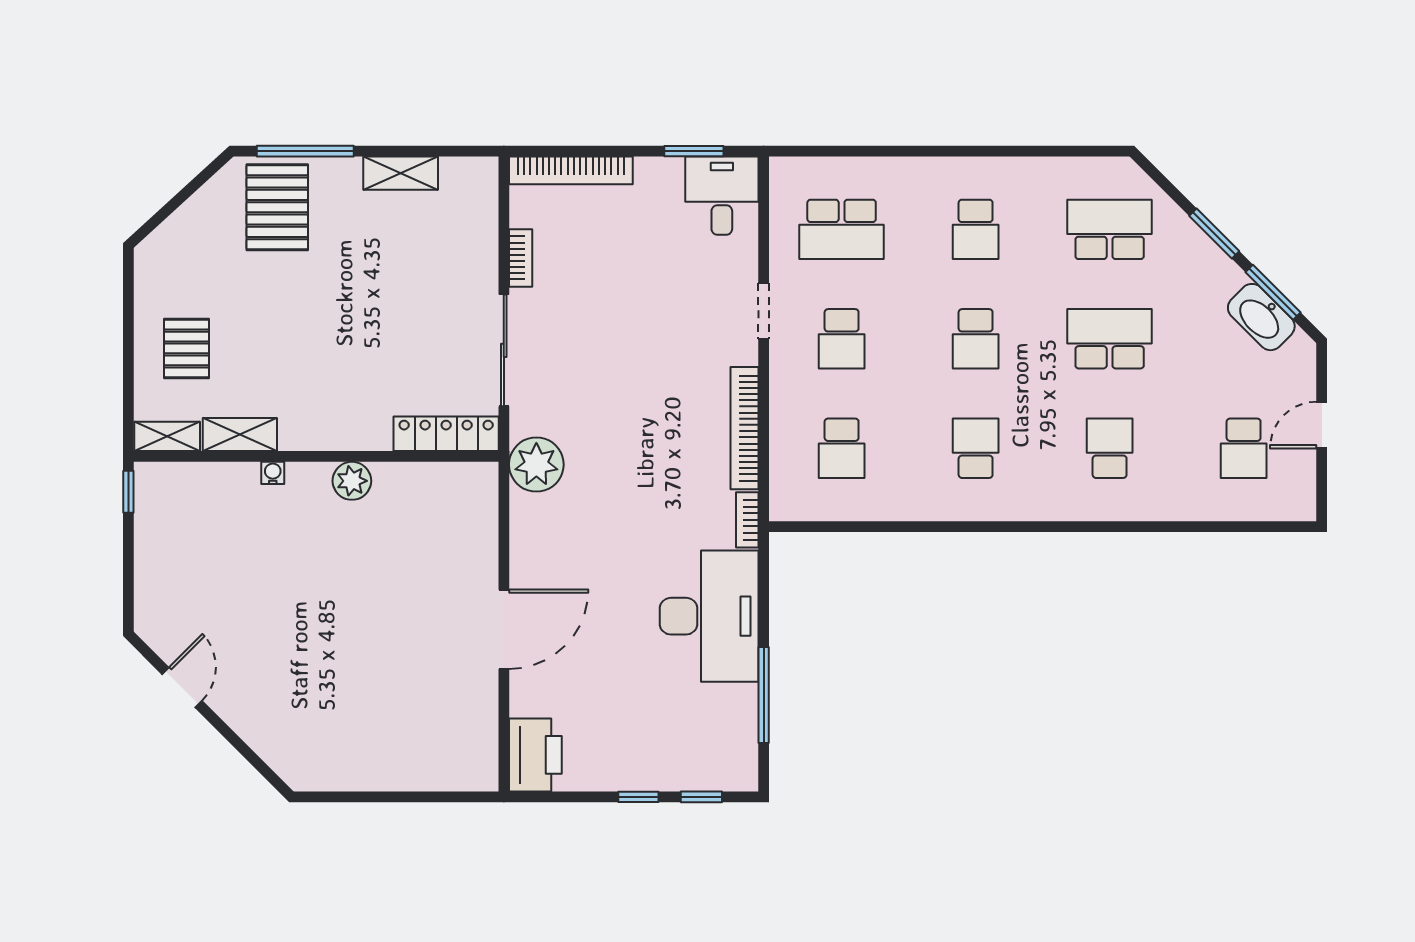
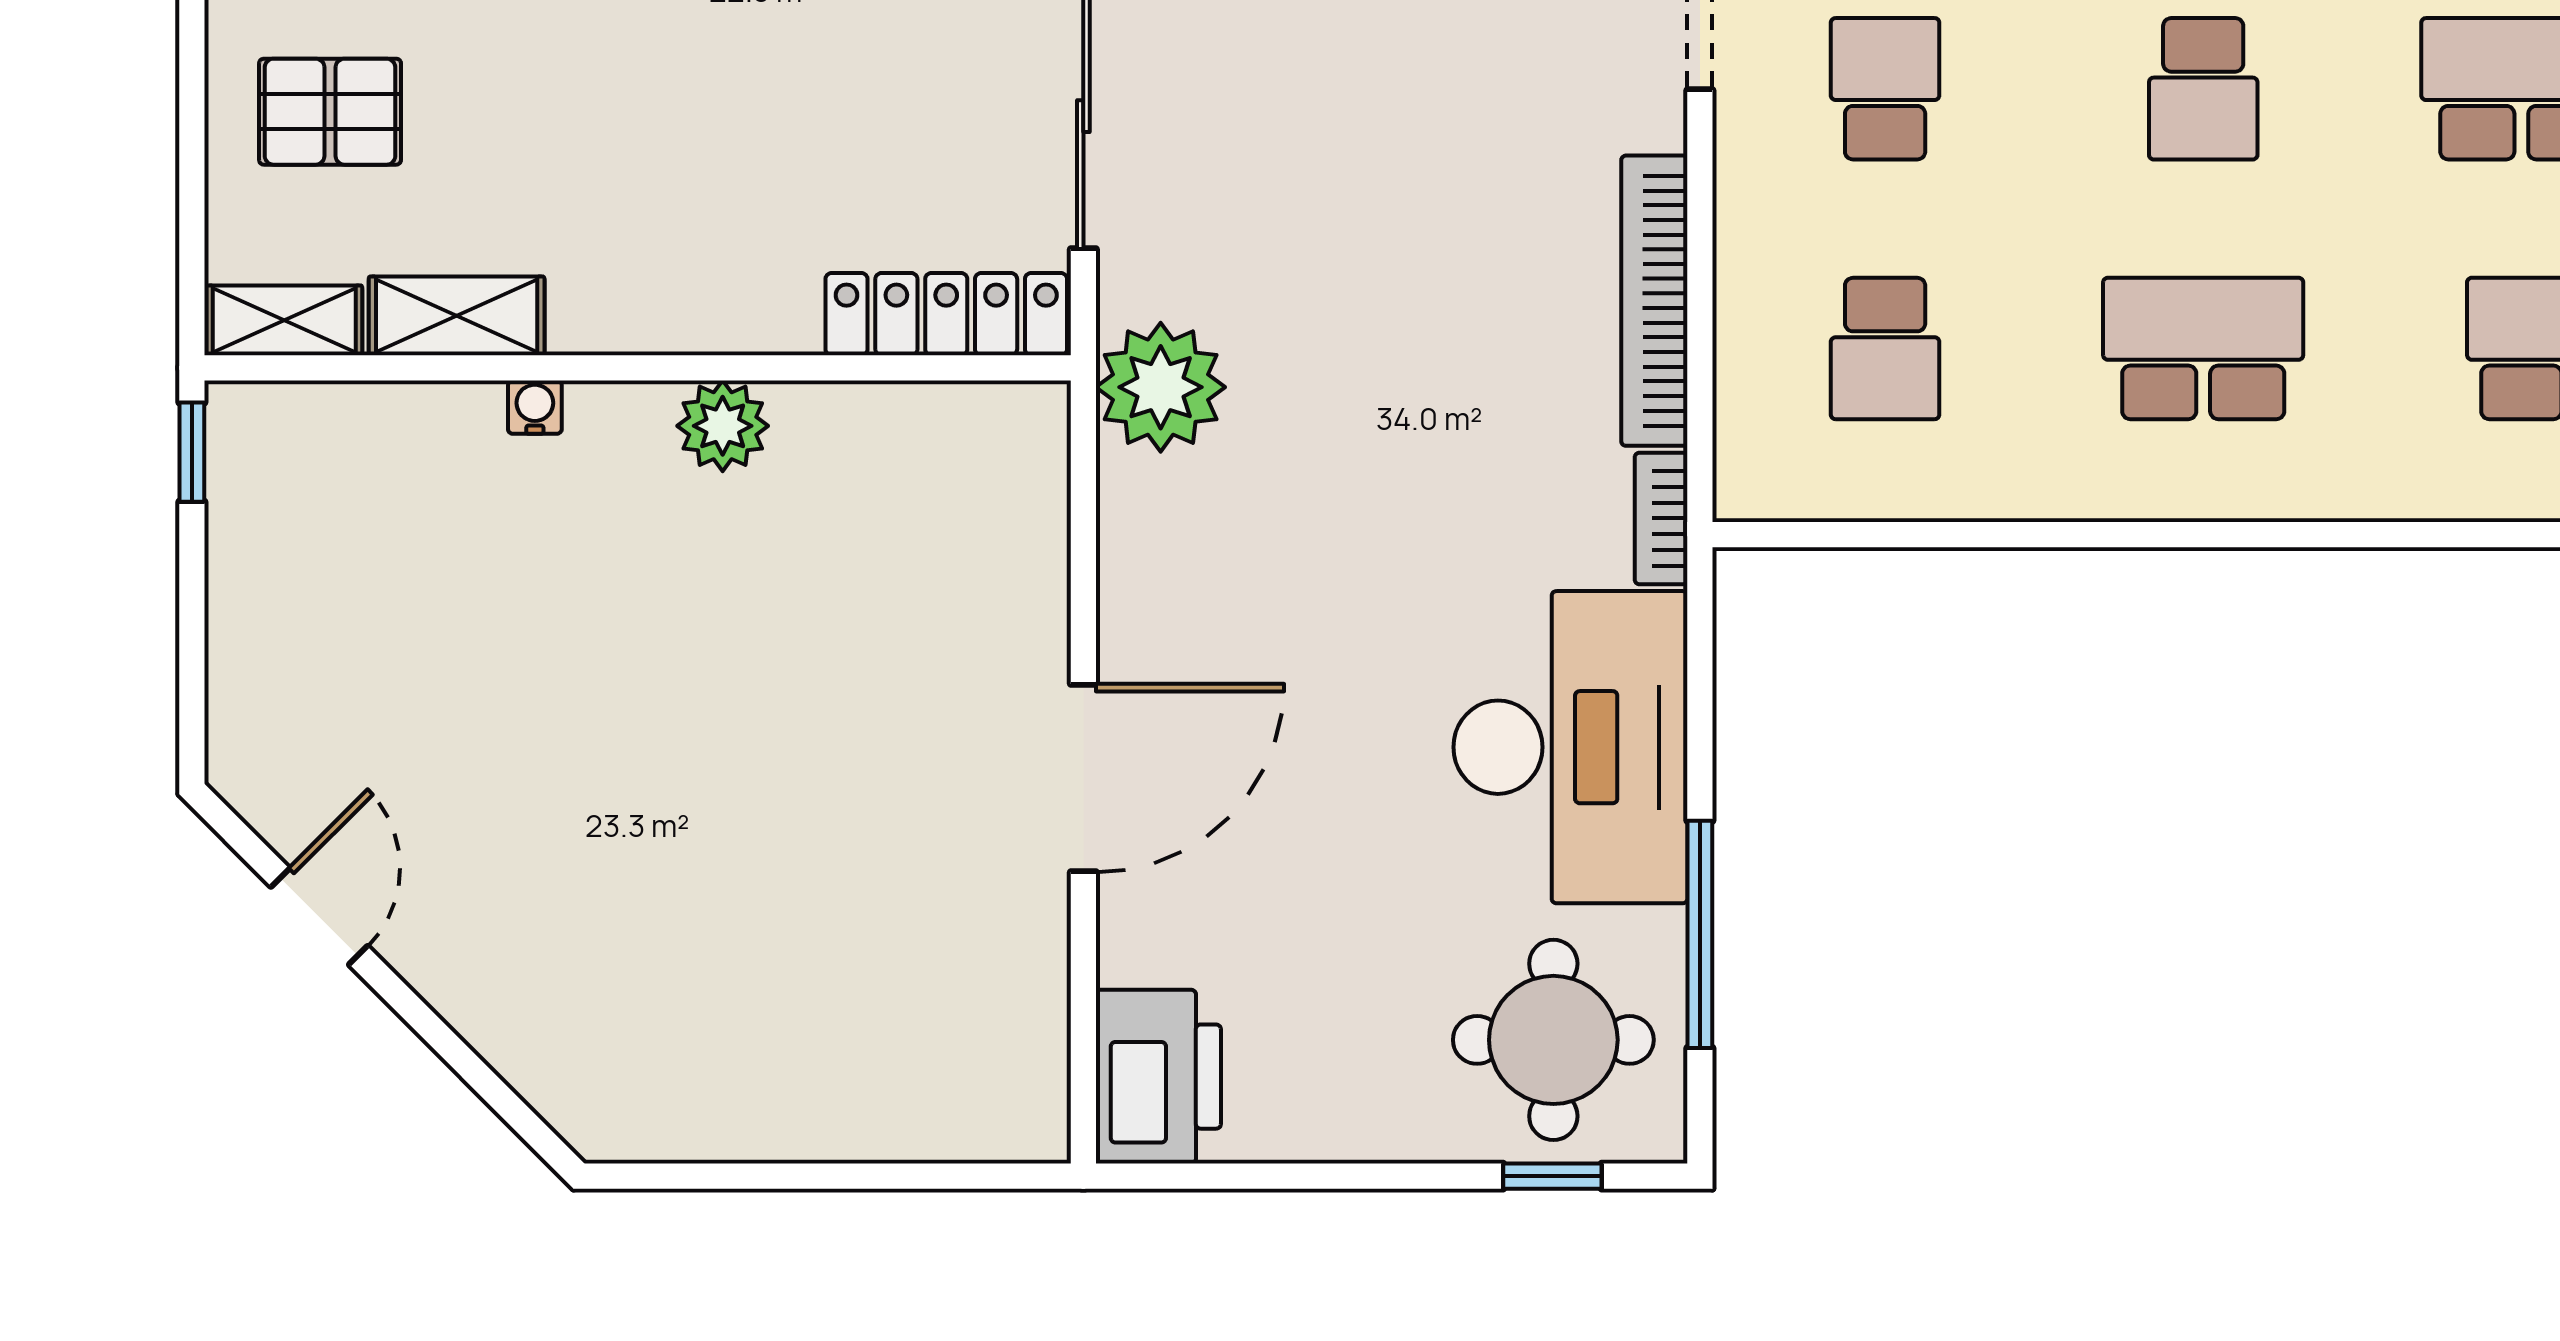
school desk: (842, 339) -> (1885, 89), turned 180
pallet: (186, 348) -> (330, 112), turned 90
school desk: (976, 448) -> (2203, 348), width x1.85
round table: (702, 739) -> (1553, 1040), added
window: (638, 797) -> (1403, 1176), removed

